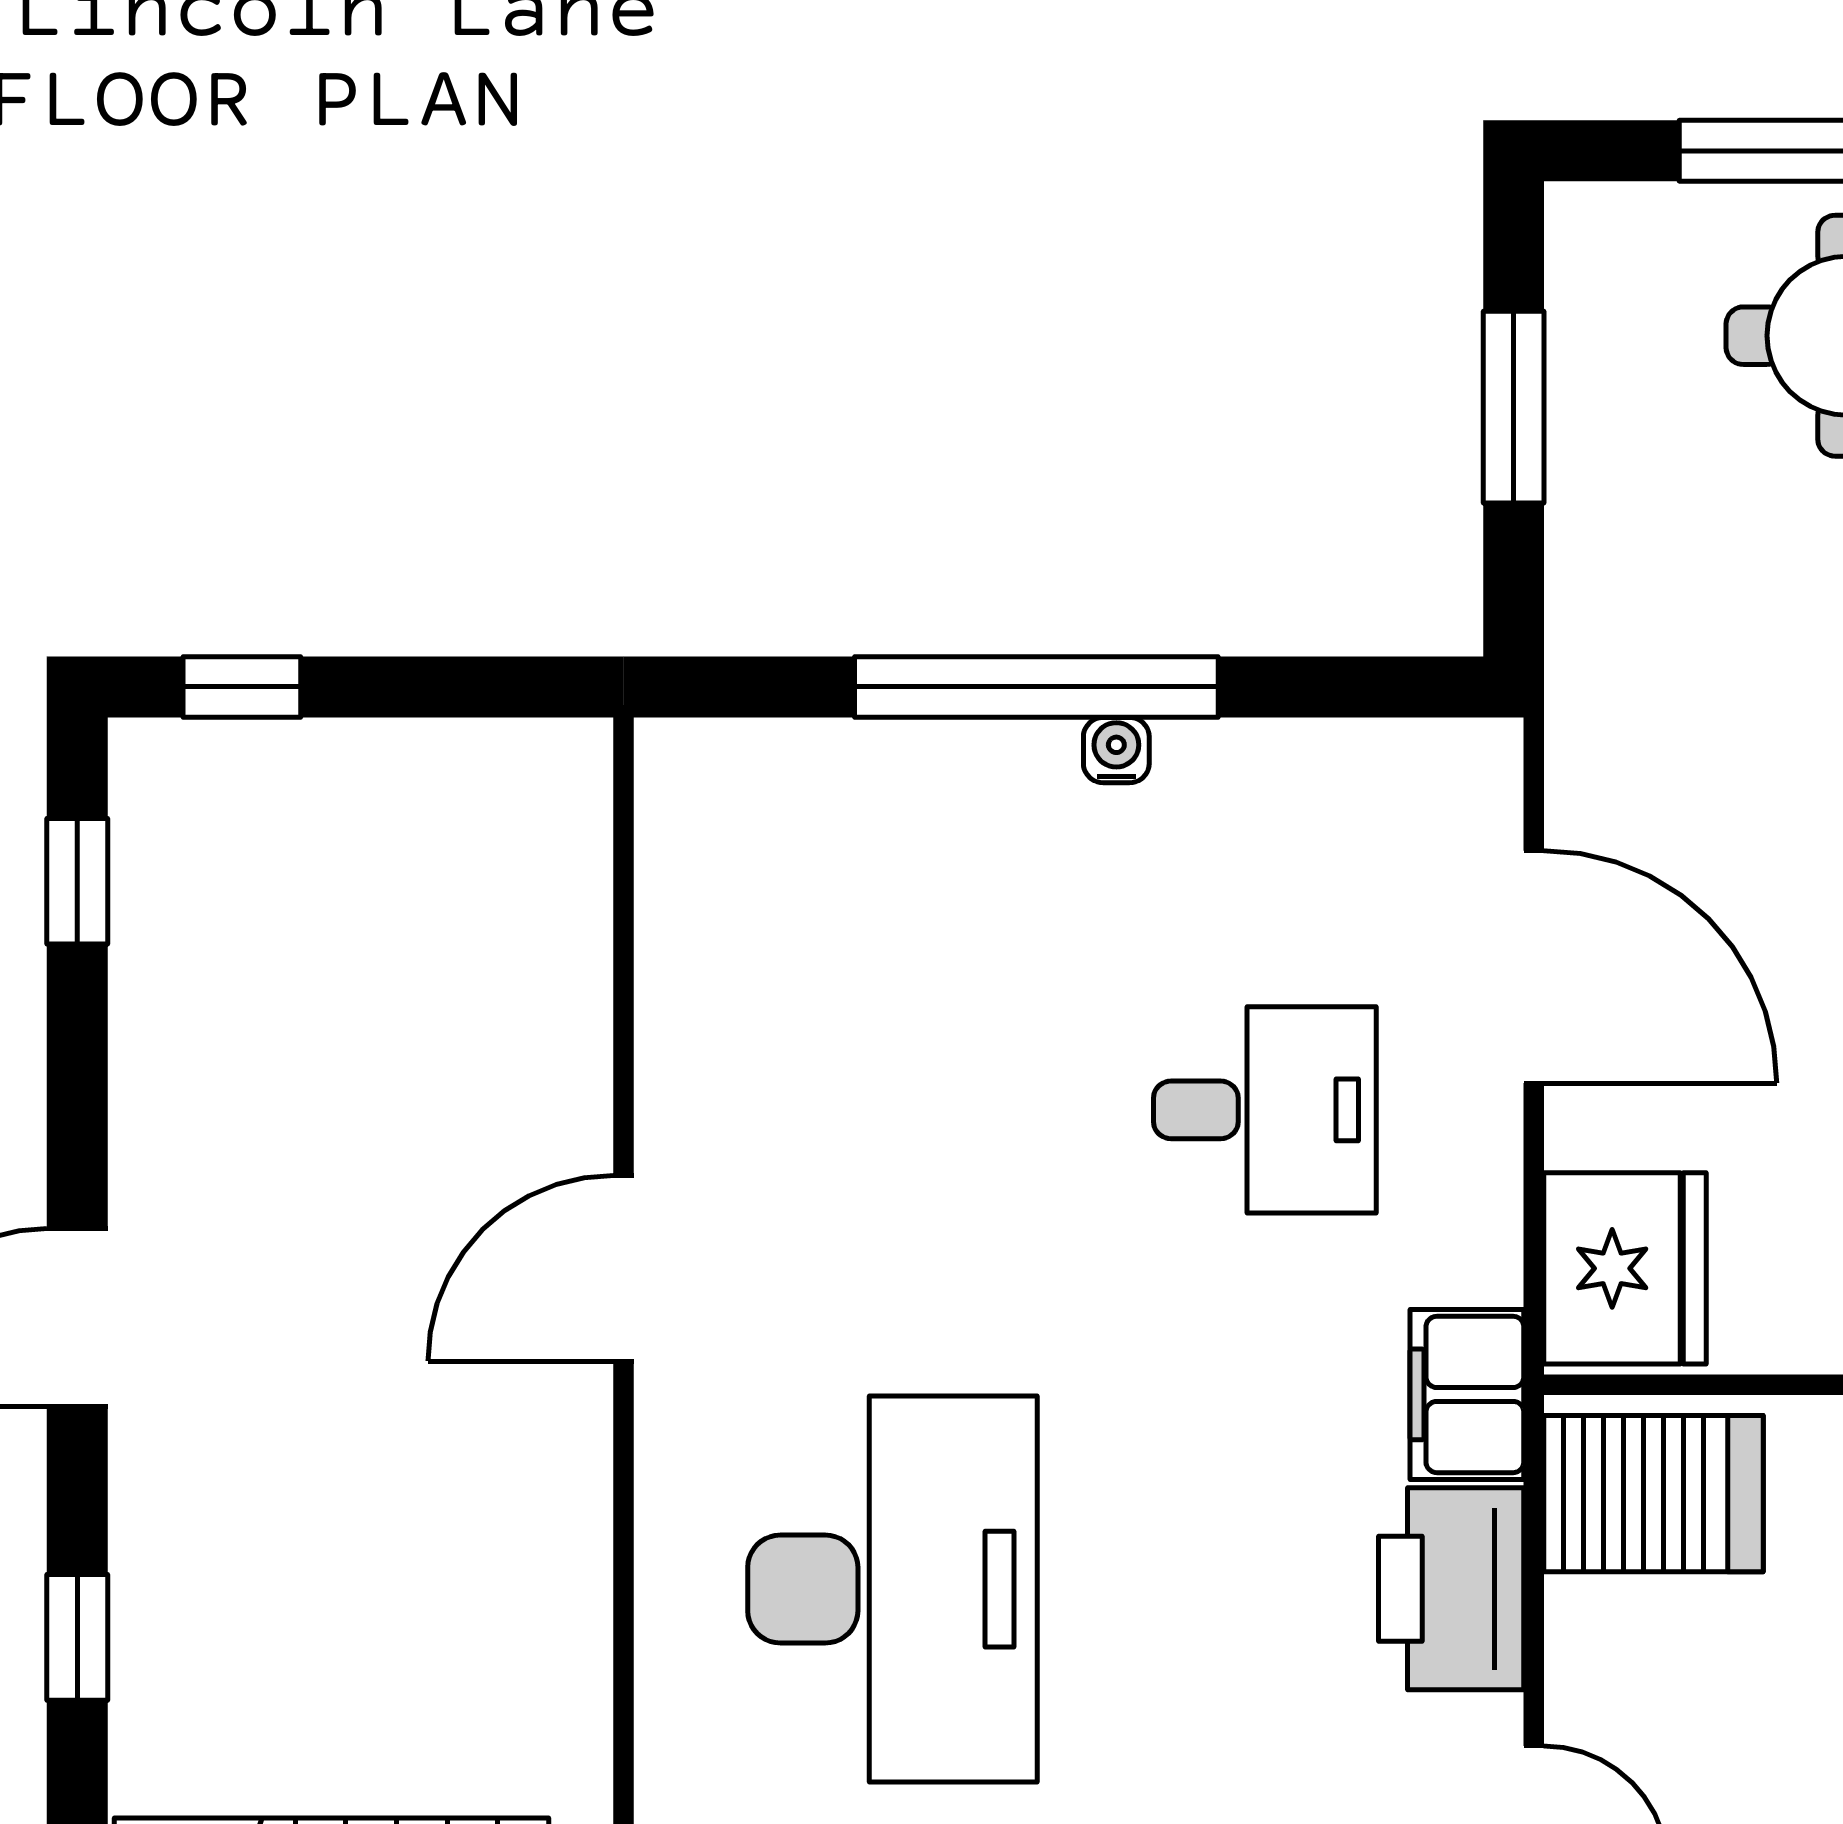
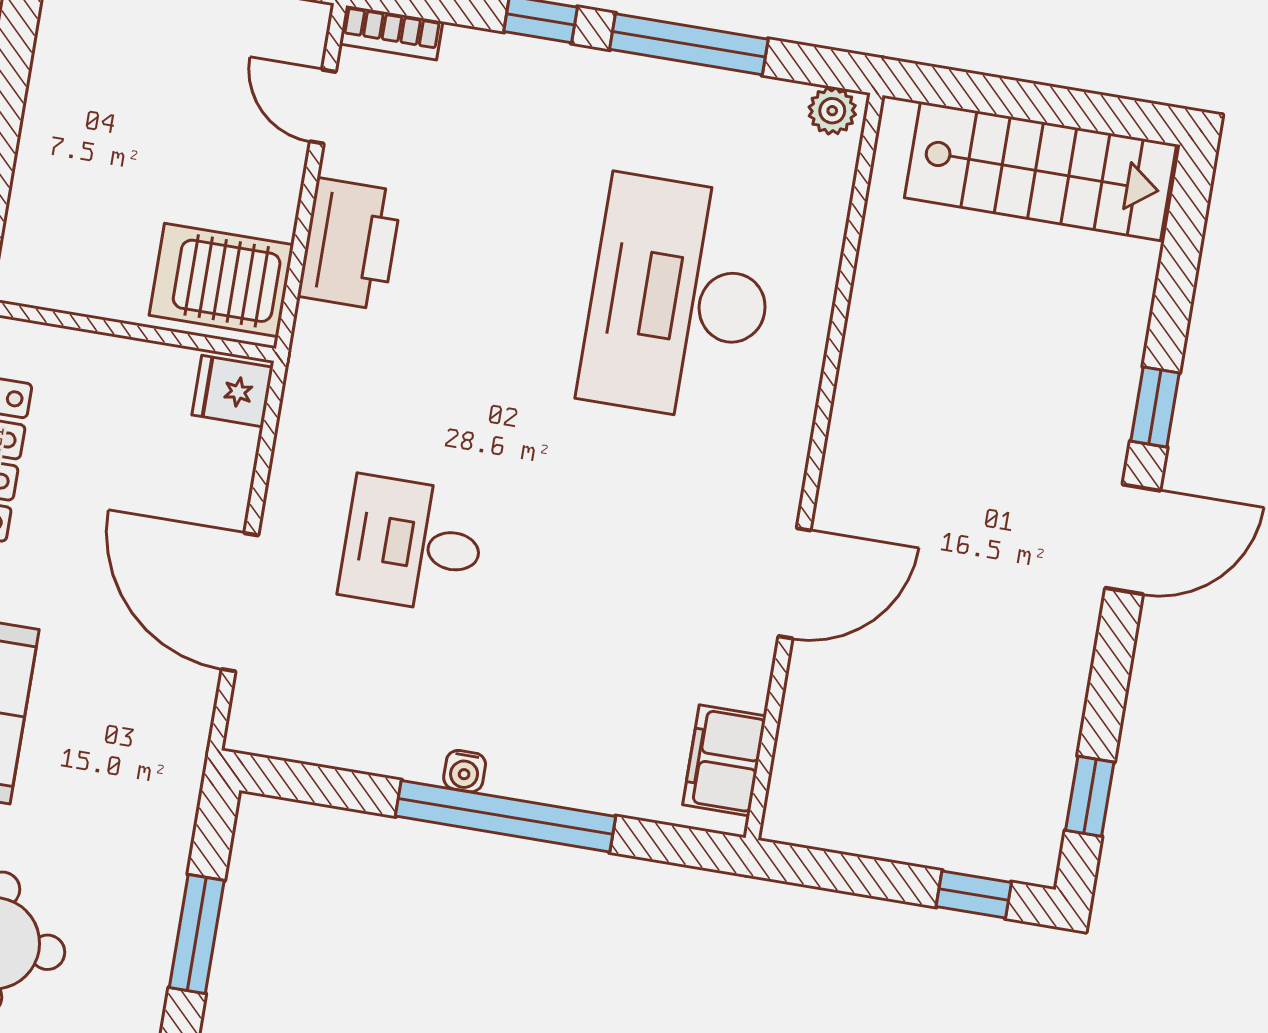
door: (623, 1268) -> (795, 583), moved
fridge: (1625, 1268) -> (232, 391), width x0.53, depth x0.75
filing cabinet: (1467, 1394) -> (724, 760), moved, turned 180
window: (77, 1637) -> (1155, 407), moved

